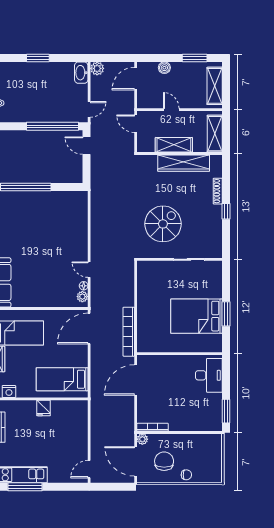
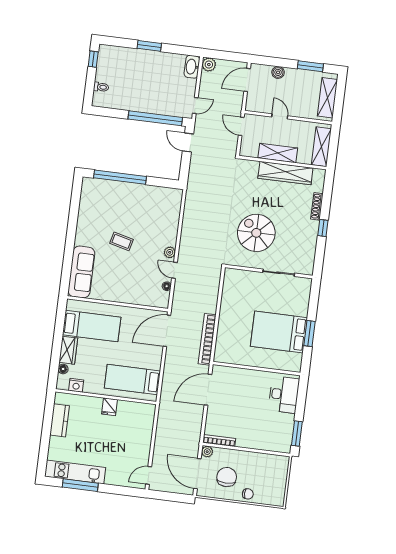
spiral stairs: (163, 224) -> (256, 233), turned -90
coffee table: (35, 248) -> (121, 241), added
plant: (82, 297) -> (170, 252), moved

